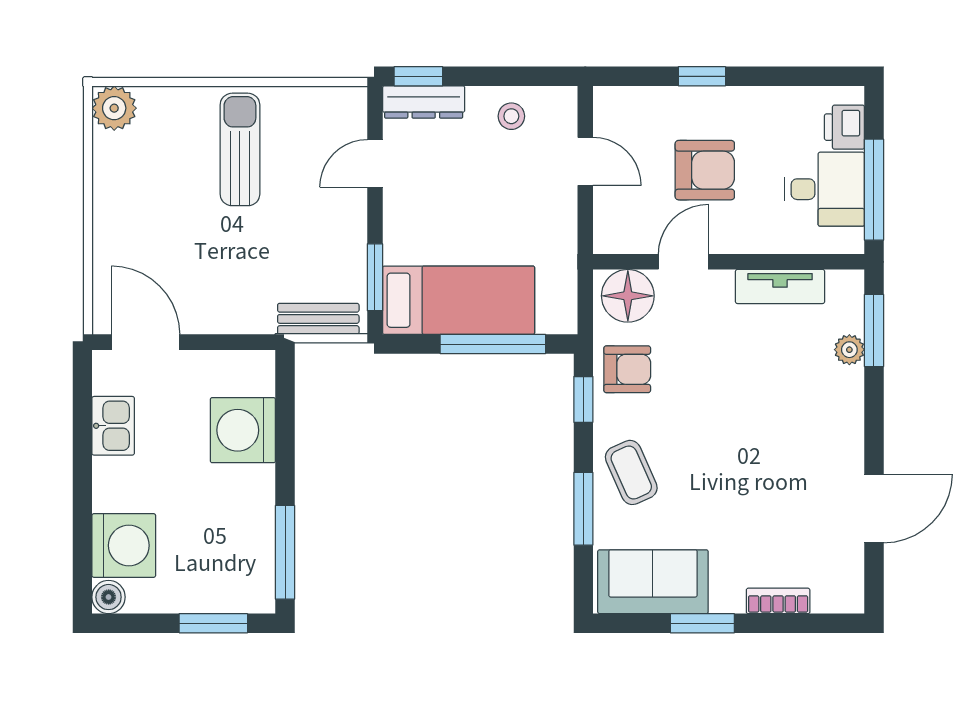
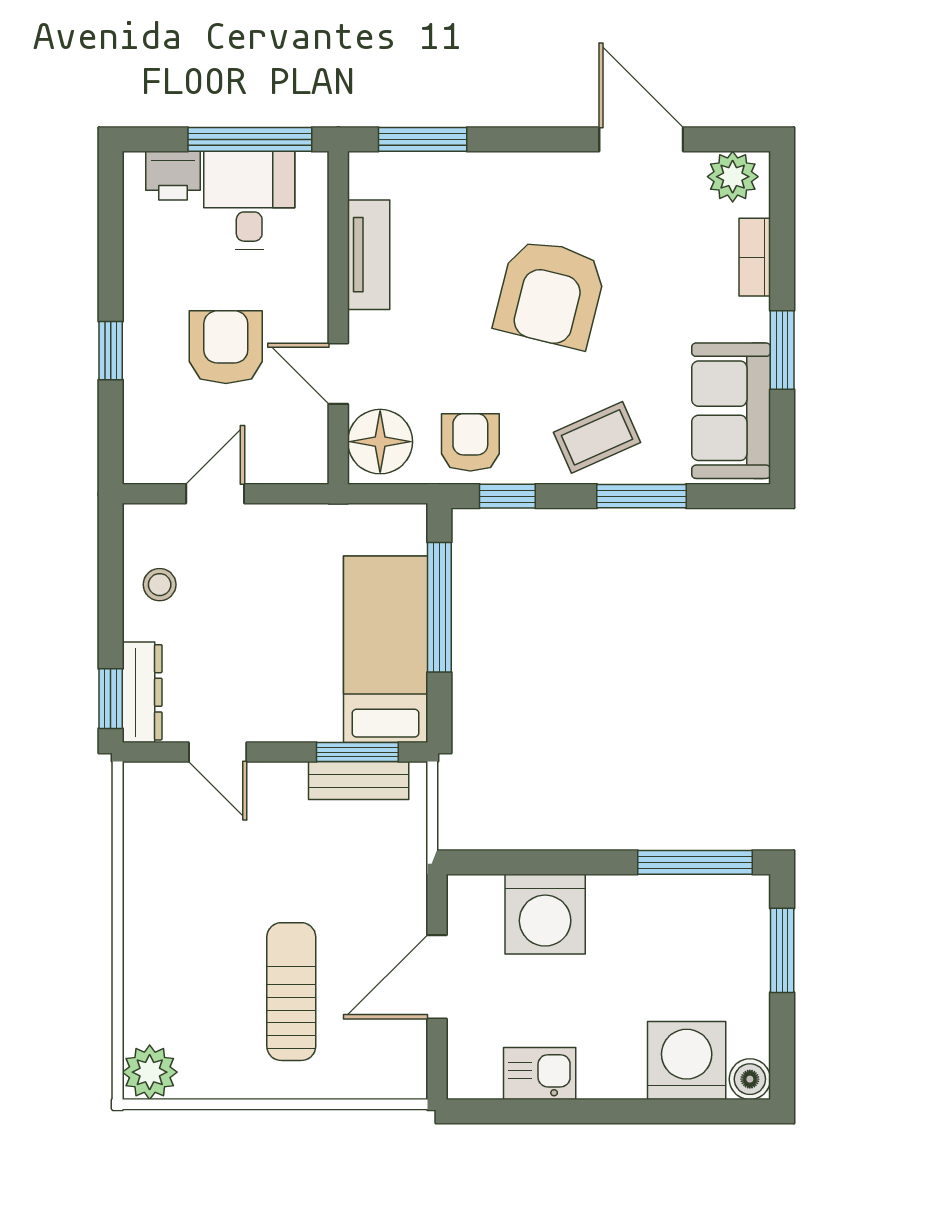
sun lounger: (240, 149) -> (291, 992), moved, turned 90
bench: (318, 319) -> (359, 781), moved, turned 90
door: (146, 342) -> (437, 977), moved
plant: (849, 350) -> (733, 177), moved, width x1.38, depth x1.38
armchair: (749, 434) -> (550, 293), added

